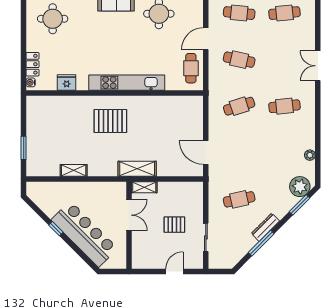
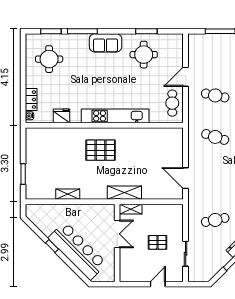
cafe table: (239, 13) -> (215, 54), removed
cafe table: (239, 106) -> (215, 137), turned 36

